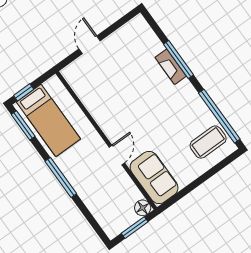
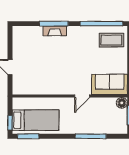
coffee table: (208, 142) -> (111, 40), turned 90
door: (117, 155) -> (82, 96), swing flipped
window: (61, 177) -> (91, 136), moved

